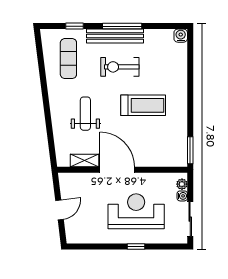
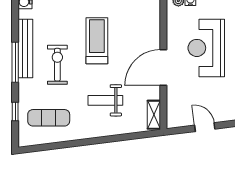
bench: (115, 36) -> (25, 49), moved
exercise bike: (120, 67) -> (57, 65), turned 180
shelving: (85, 160) -> (154, 115), moved

